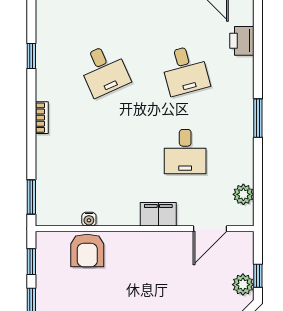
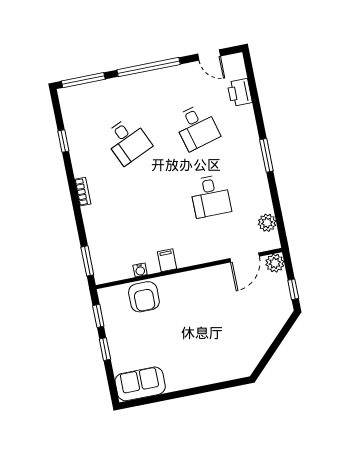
filing cabinet: (158, 214) -> (167, 260), moved, width x0.50
plant: (243, 285) -> (275, 263), moved

